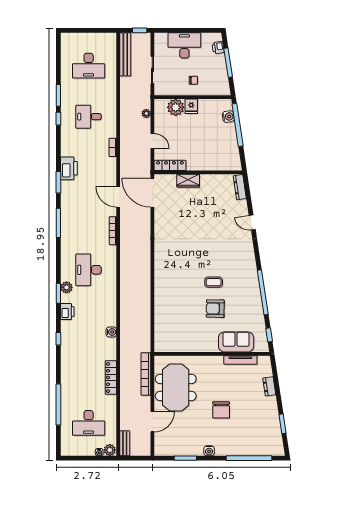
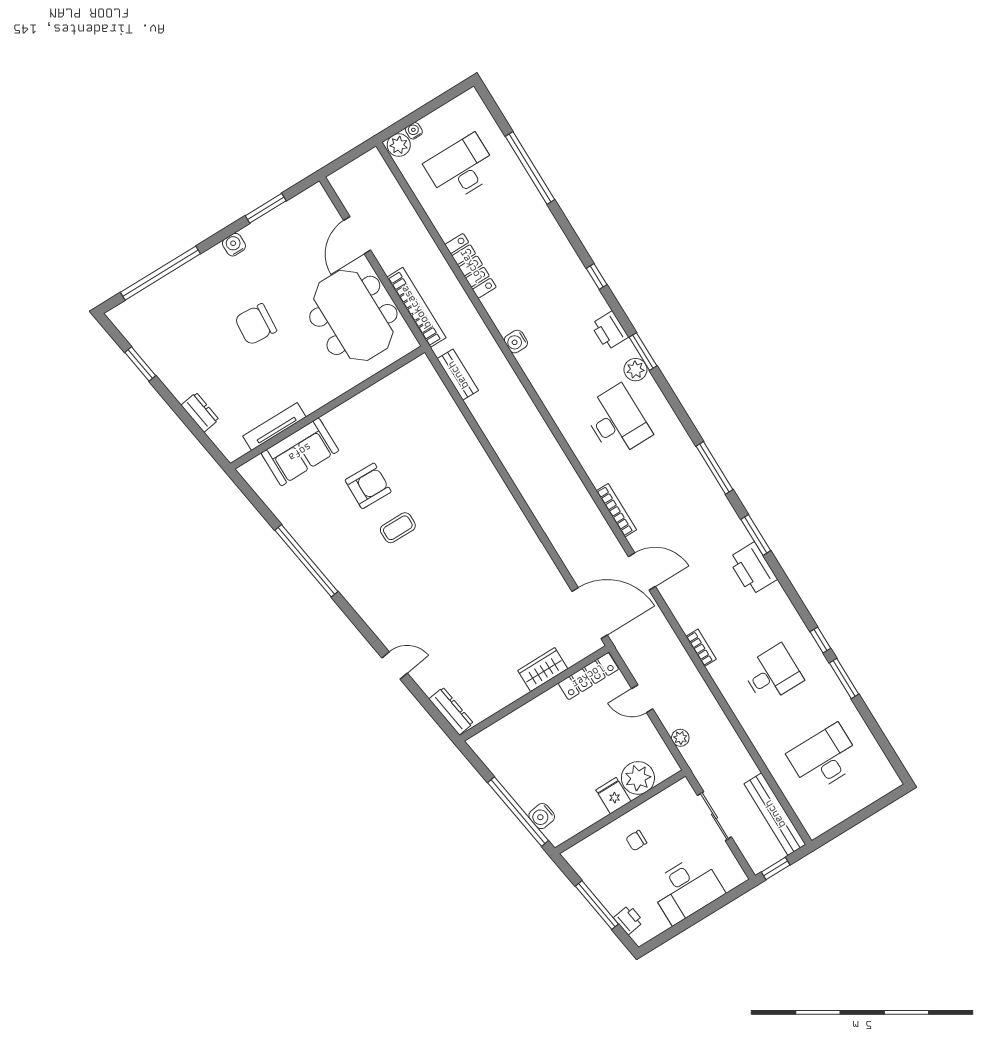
window: (269, 335) -> (253, 497), removed
chair: (221, 410) -> (256, 324), turned -86
bench: (125, 443) -> (458, 375), moved

